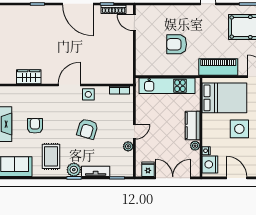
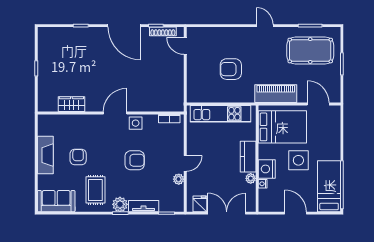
armchair: (87, 129) -> (135, 160), turned -107
nightstand: (210, 164) -> (267, 169), moved

